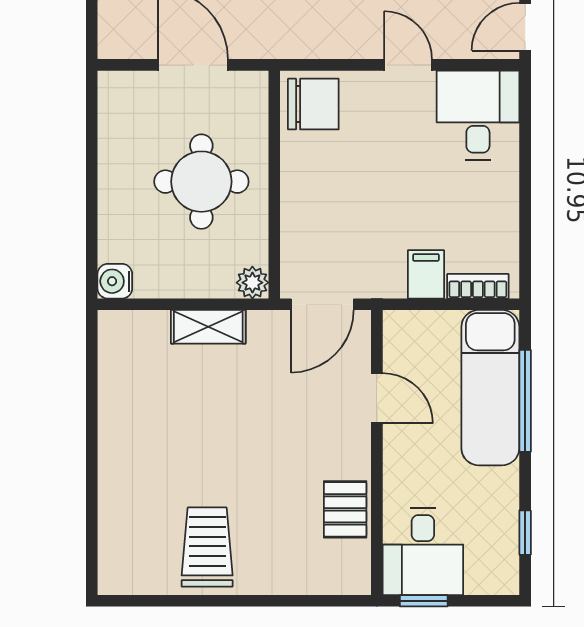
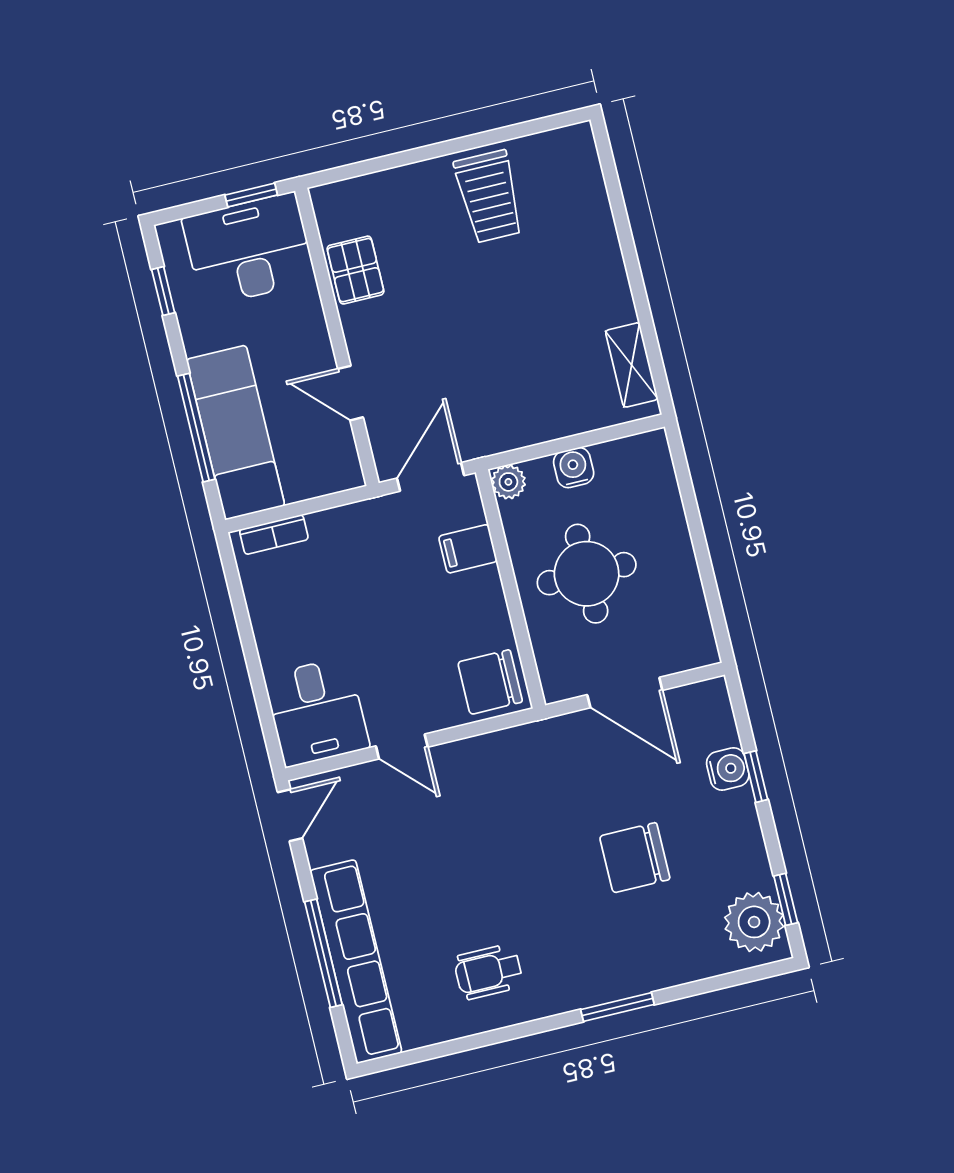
filing cabinet: (426, 274) -> (468, 549), moved, turned 90
water cooler: (115, 281) -> (574, 468), moved, turned -90
shelving: (208, 327) -> (632, 365), moved, turned 90
desk: (423, 552) -> (249, 250), width x1.37

